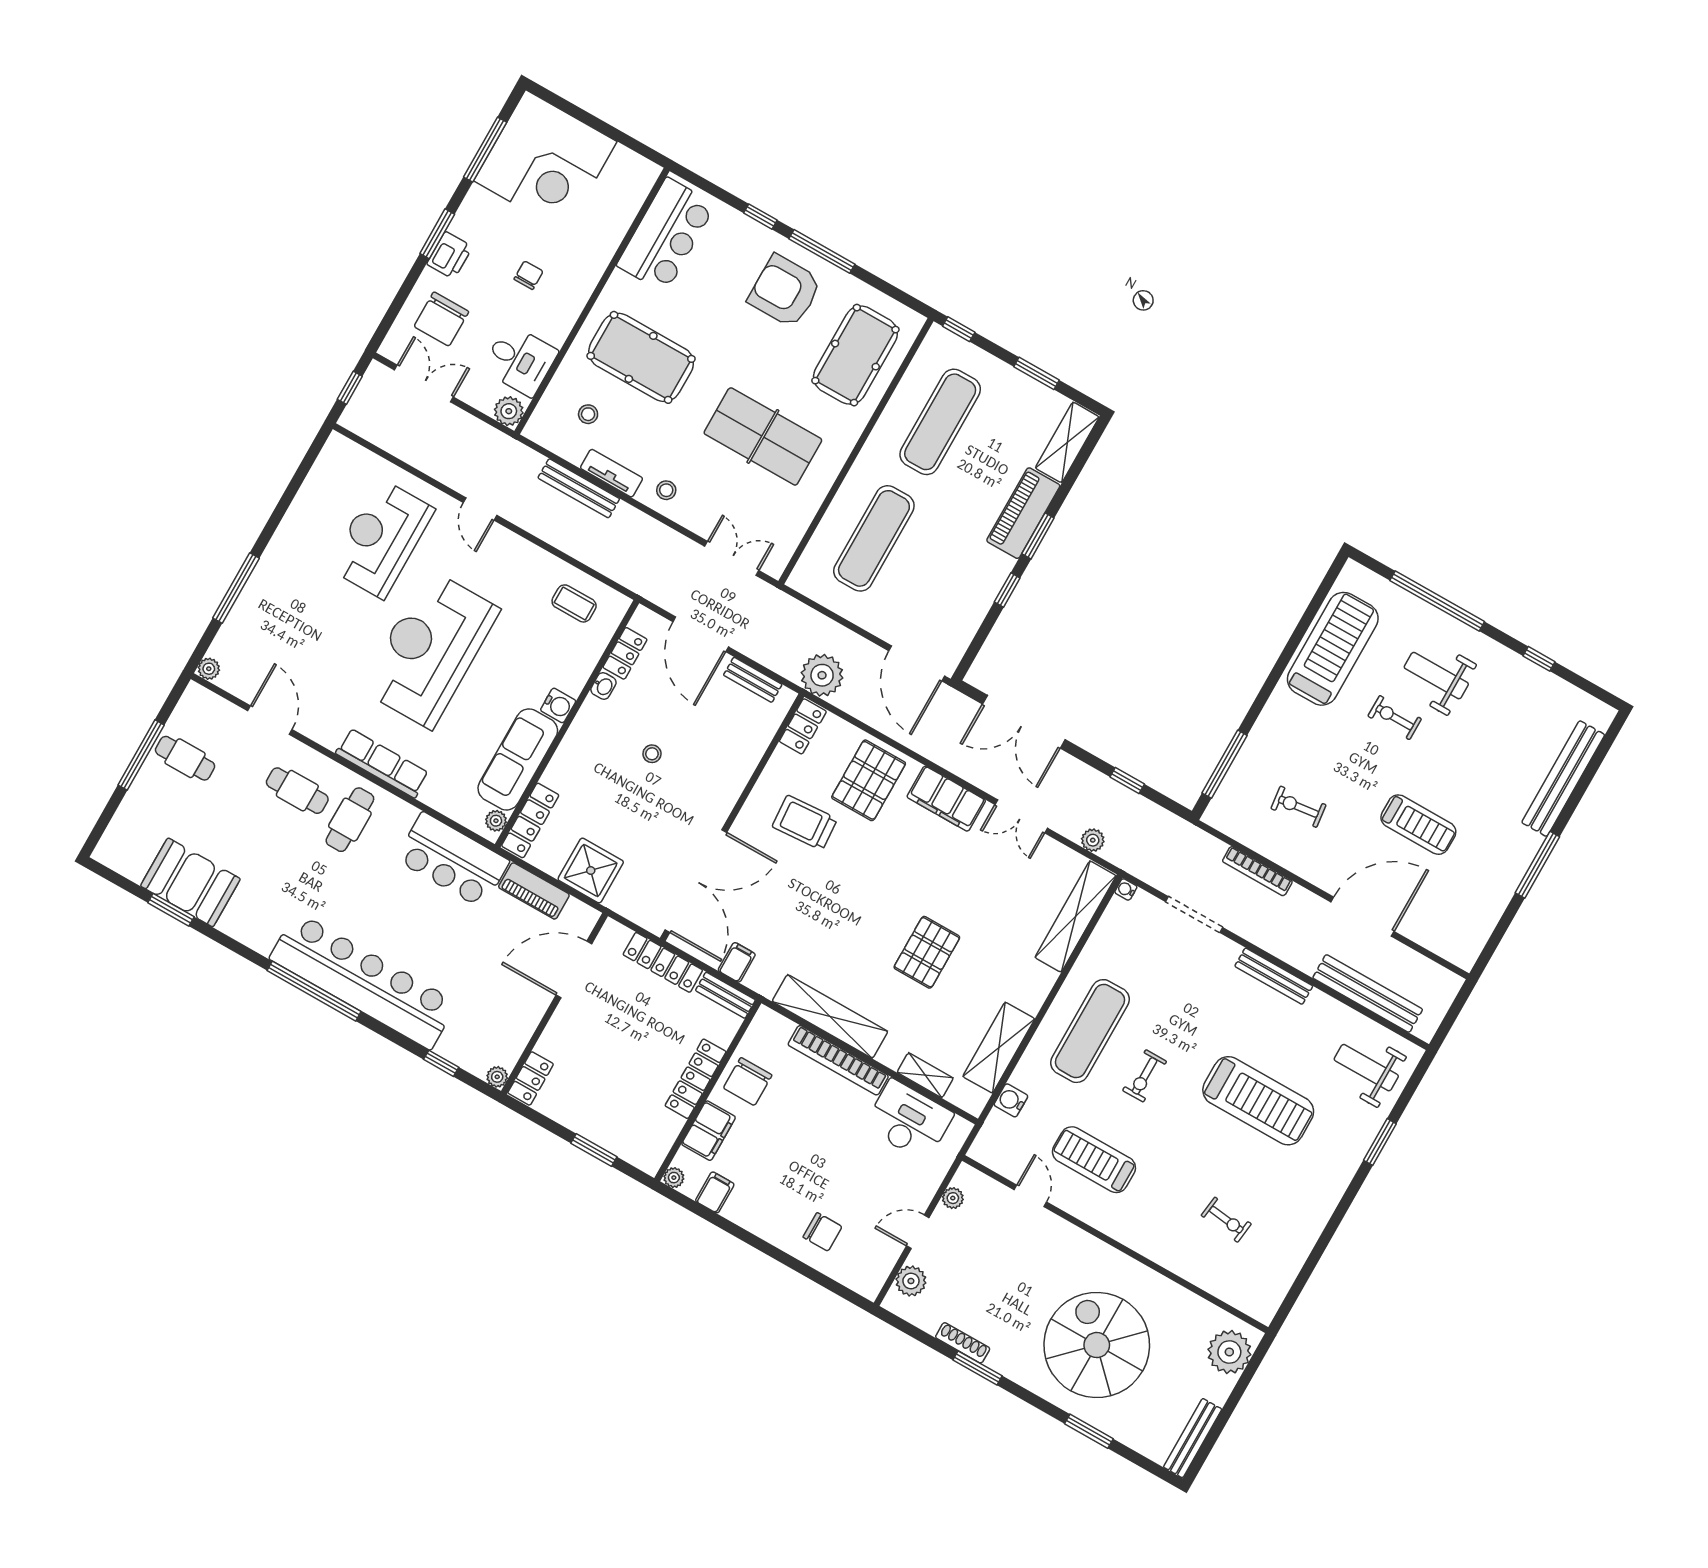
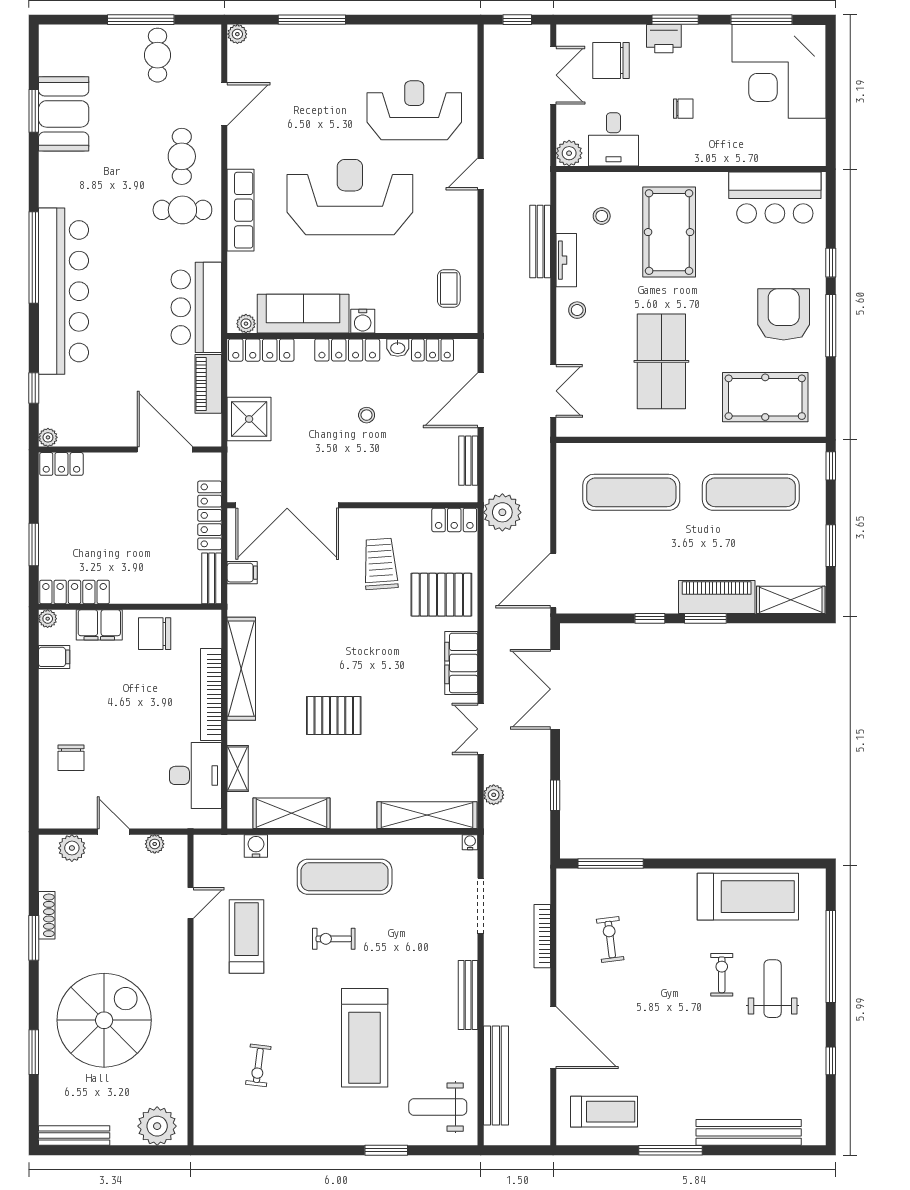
locker: (578, 737) -> (347, 350), added
treadmill: (1418, 825) -> (604, 1112), moved, turned -90
weight bench: (1366, 1068) -> (438, 1107), turned -90
locker: (696, 1079) -> (75, 592), moved

